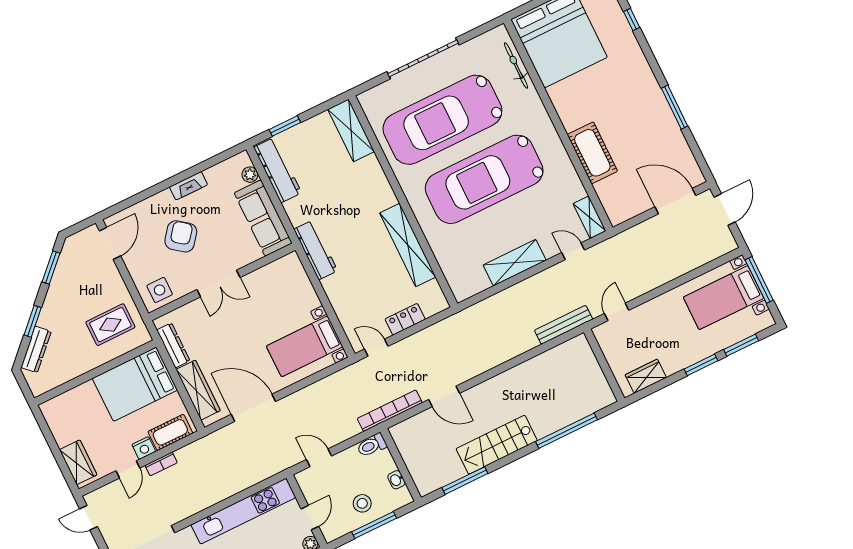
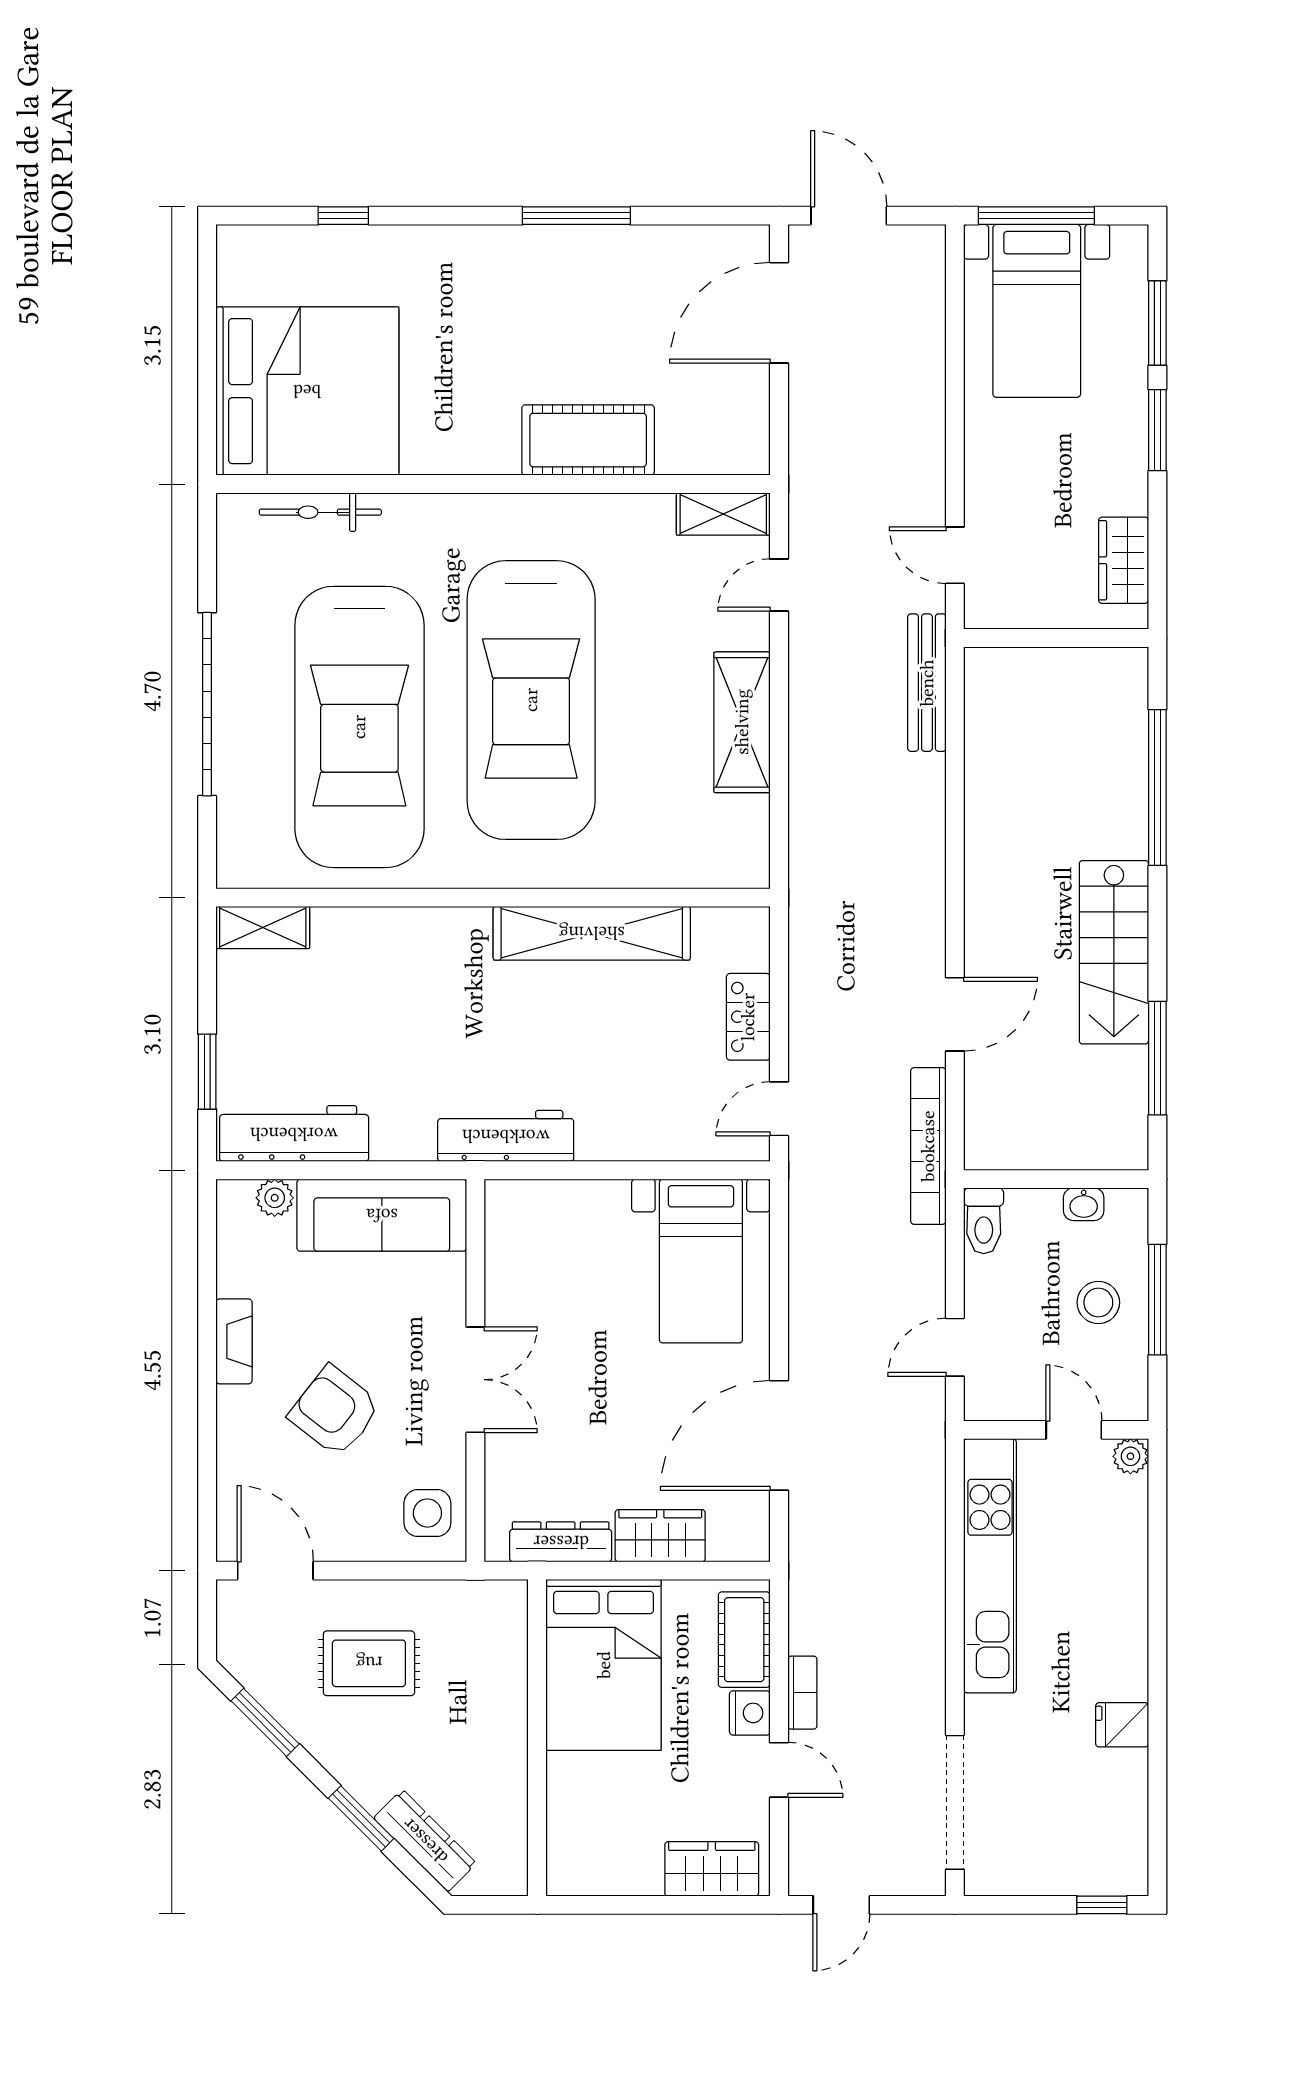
shelving: (351, 130) -> (263, 927), width x0.67, depth x0.75
rug: (110, 325) -> (369, 1663), moved, turned 90
wardrobe: (198, 390) -> (660, 1536), width x0.67

